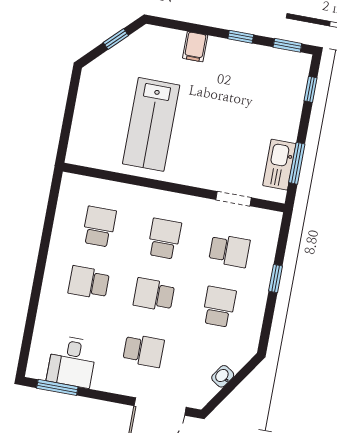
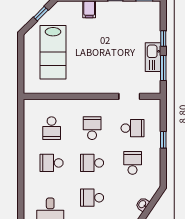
window: (311, 89) -> (163, 39), moved
lab bench: (151, 124) -> (53, 52), moved
kitchen sink: (279, 165) -> (153, 57), moved
school desk: (99, 227) -> (52, 128), turned 180
school desk: (144, 351) -> (92, 198), turned 180

